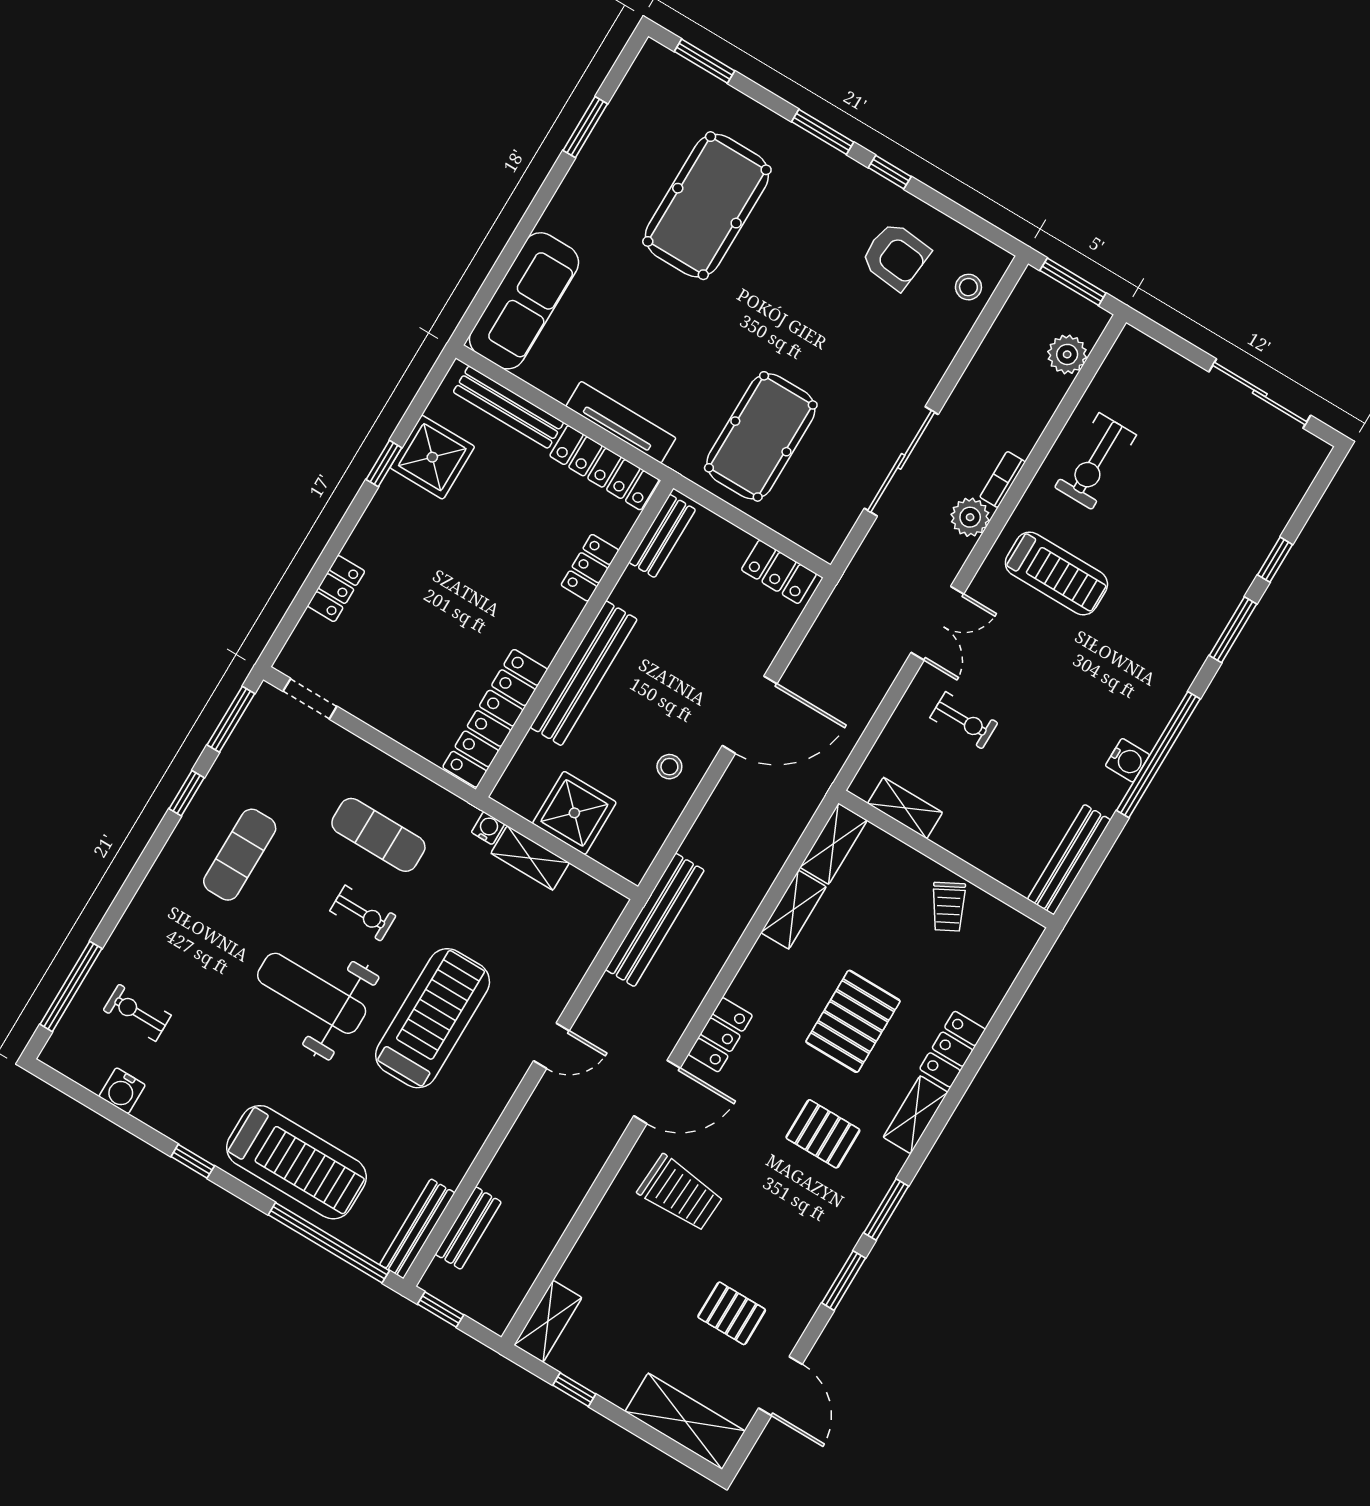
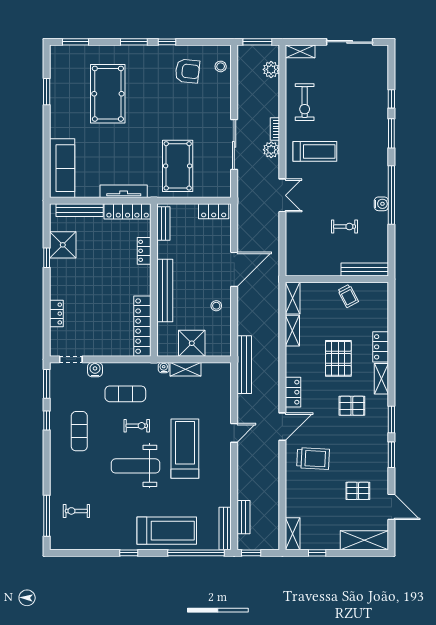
exercise bike: (964, 720) -> (345, 227), moved
shelving: (905, 808) -> (300, 51), moved
bench: (1069, 860) -> (365, 270), moved, turned 90
water cooler: (122, 1091) -> (95, 370), moved, turned 180

